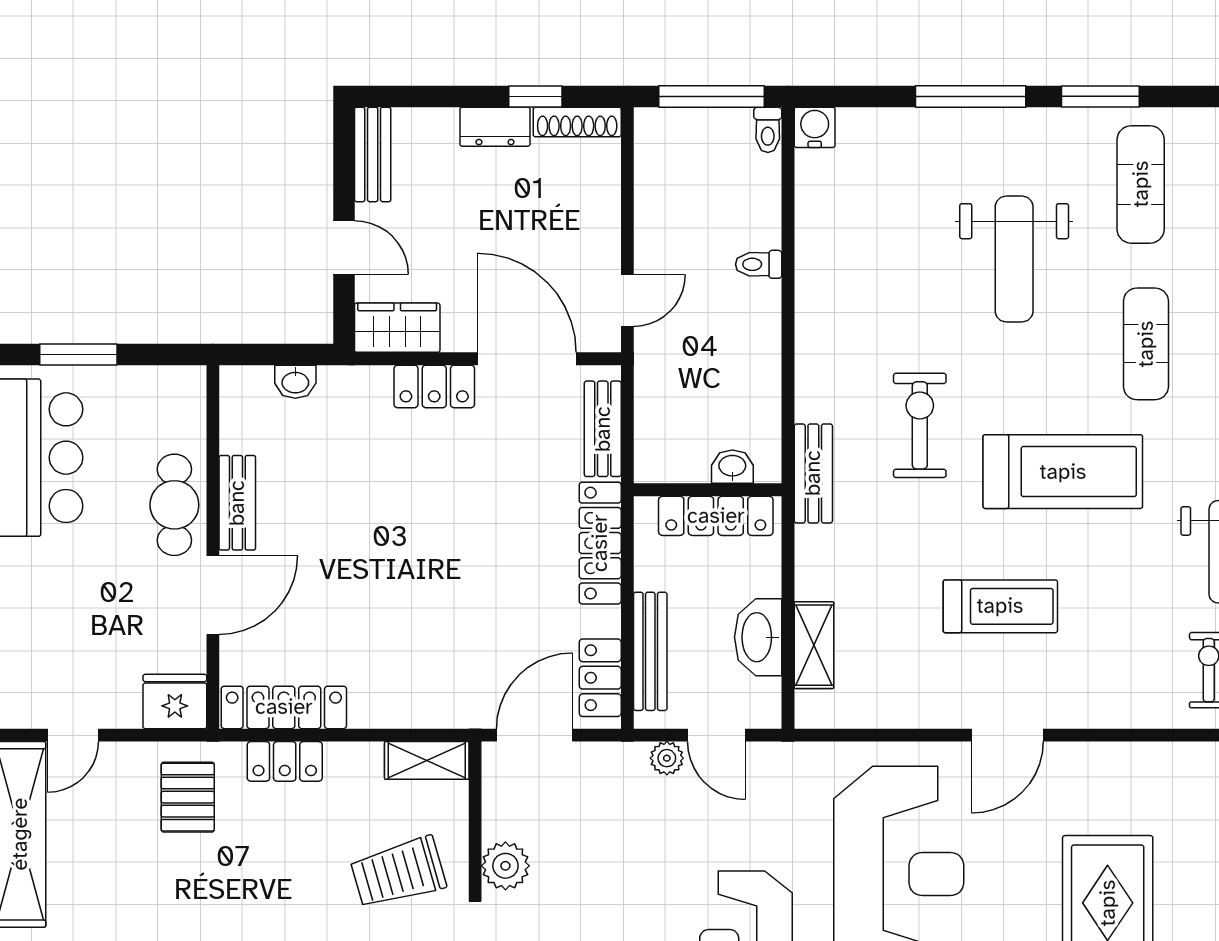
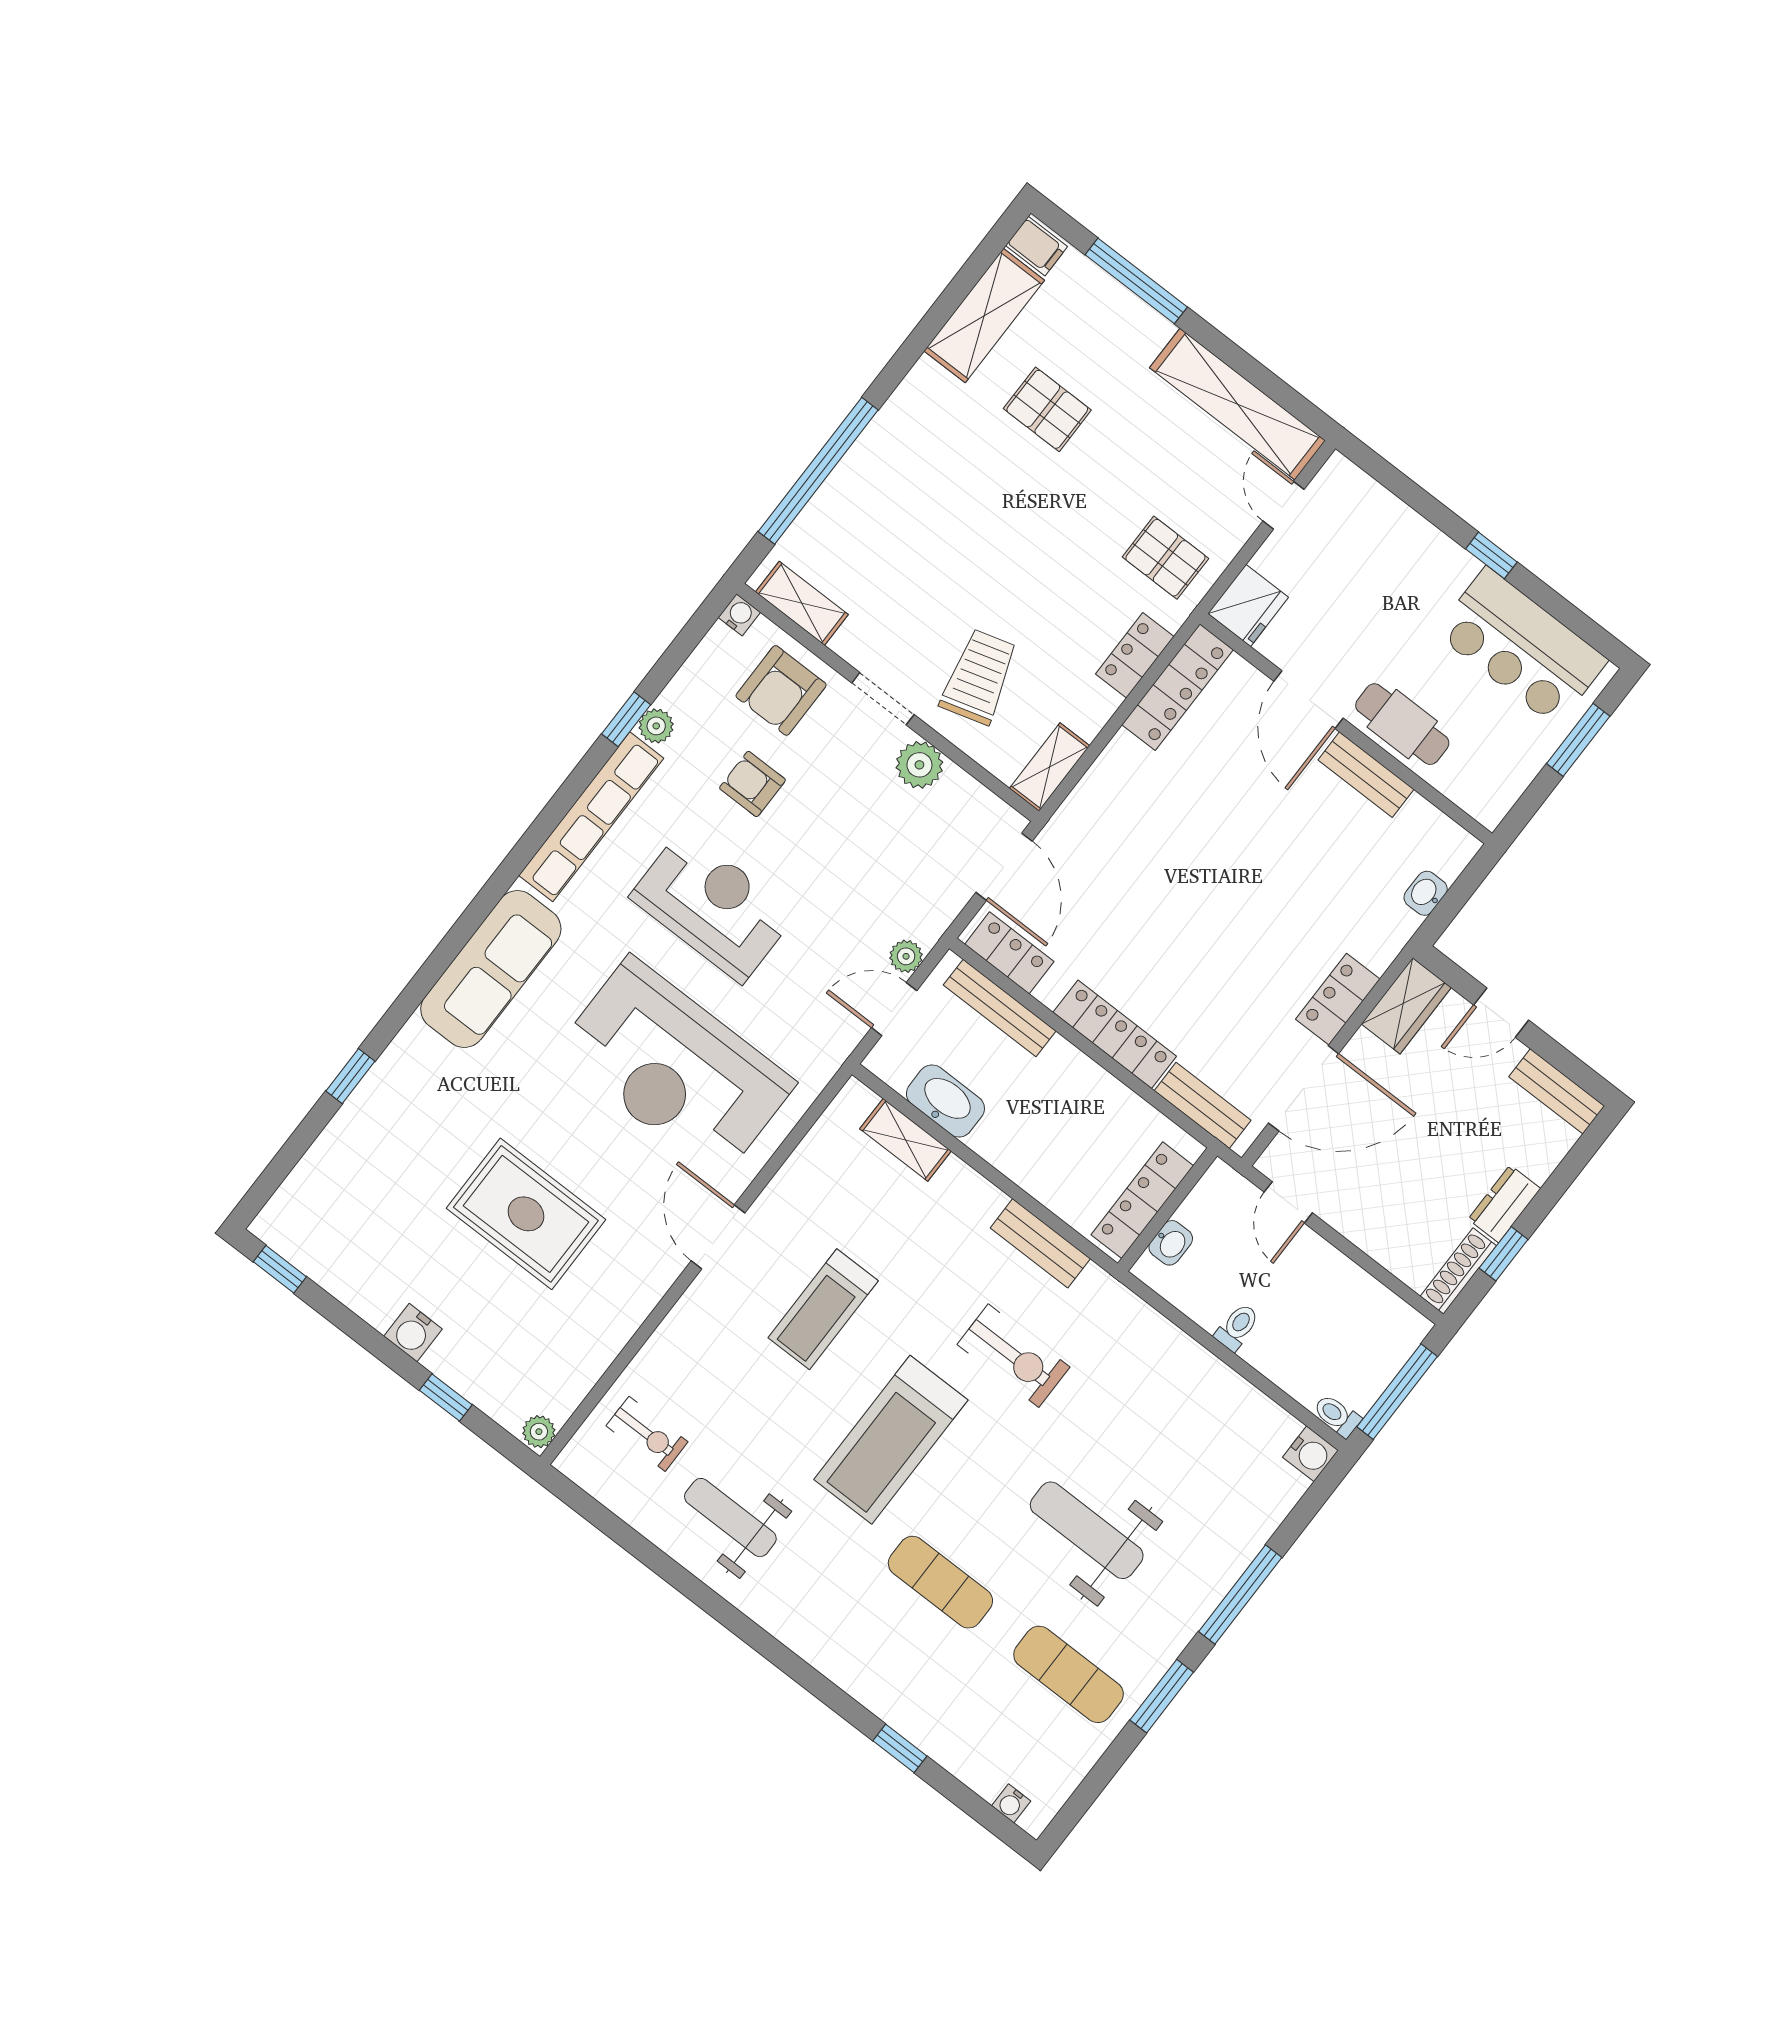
washbasin: (732, 467) -> (1171, 1243), moved
wall: (708, 490) -> (1168, 1210), moved
locker: (716, 516) -> (1142, 1200), moved

